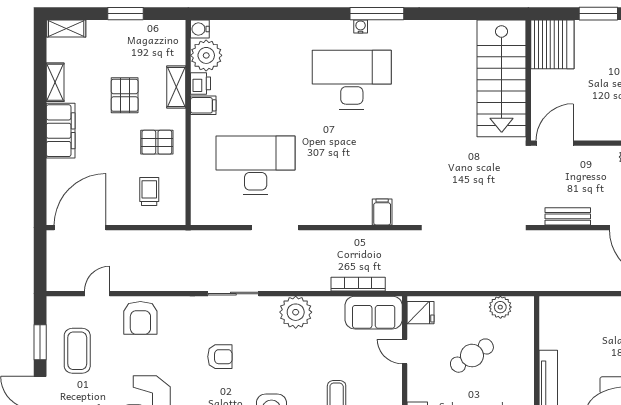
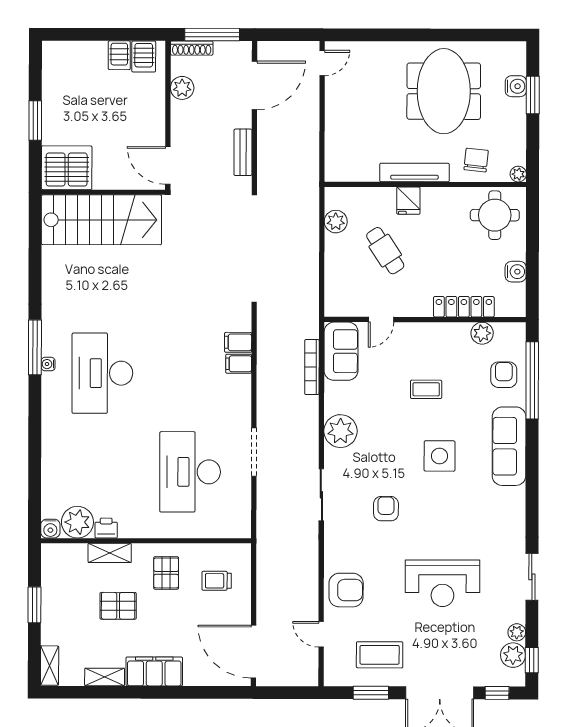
filing cabinet: (203, 105) -> (239, 364), moved, turned -90
fridge: (421, 313) -> (408, 201), moved, turned 180

